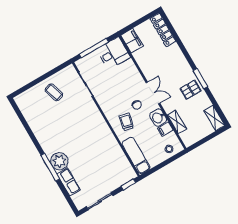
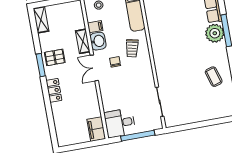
locker: (163, 30) -> (54, 90), moved, width x0.66
coffee table: (54, 92) -> (214, 77), moved
shelving: (177, 122) -> (83, 41), moved

